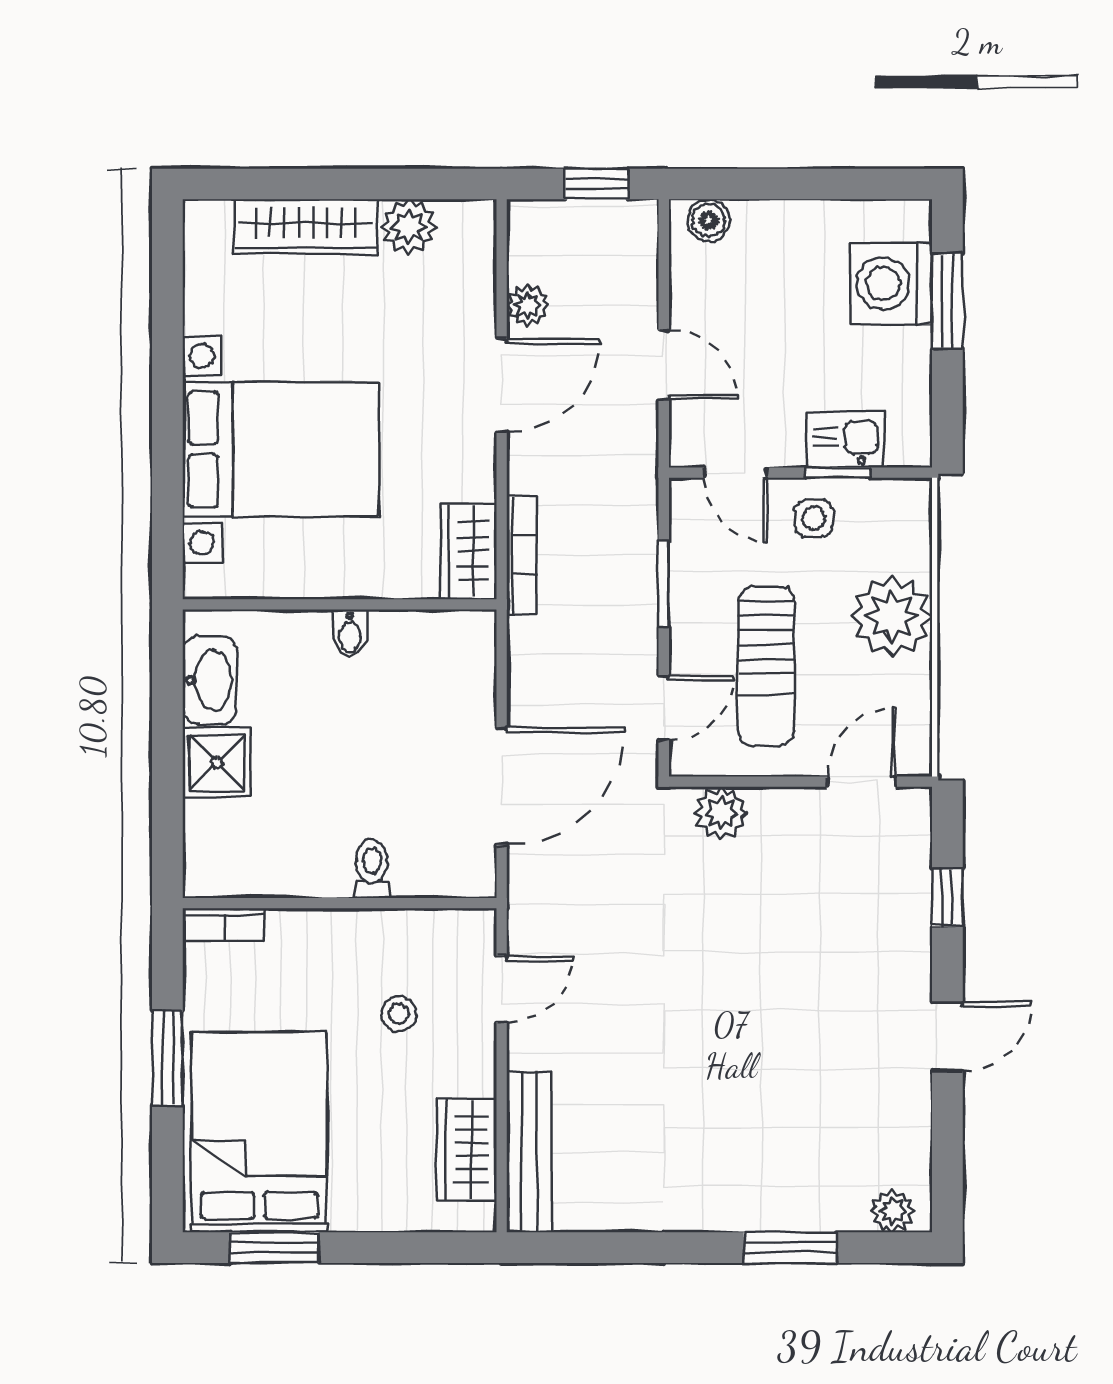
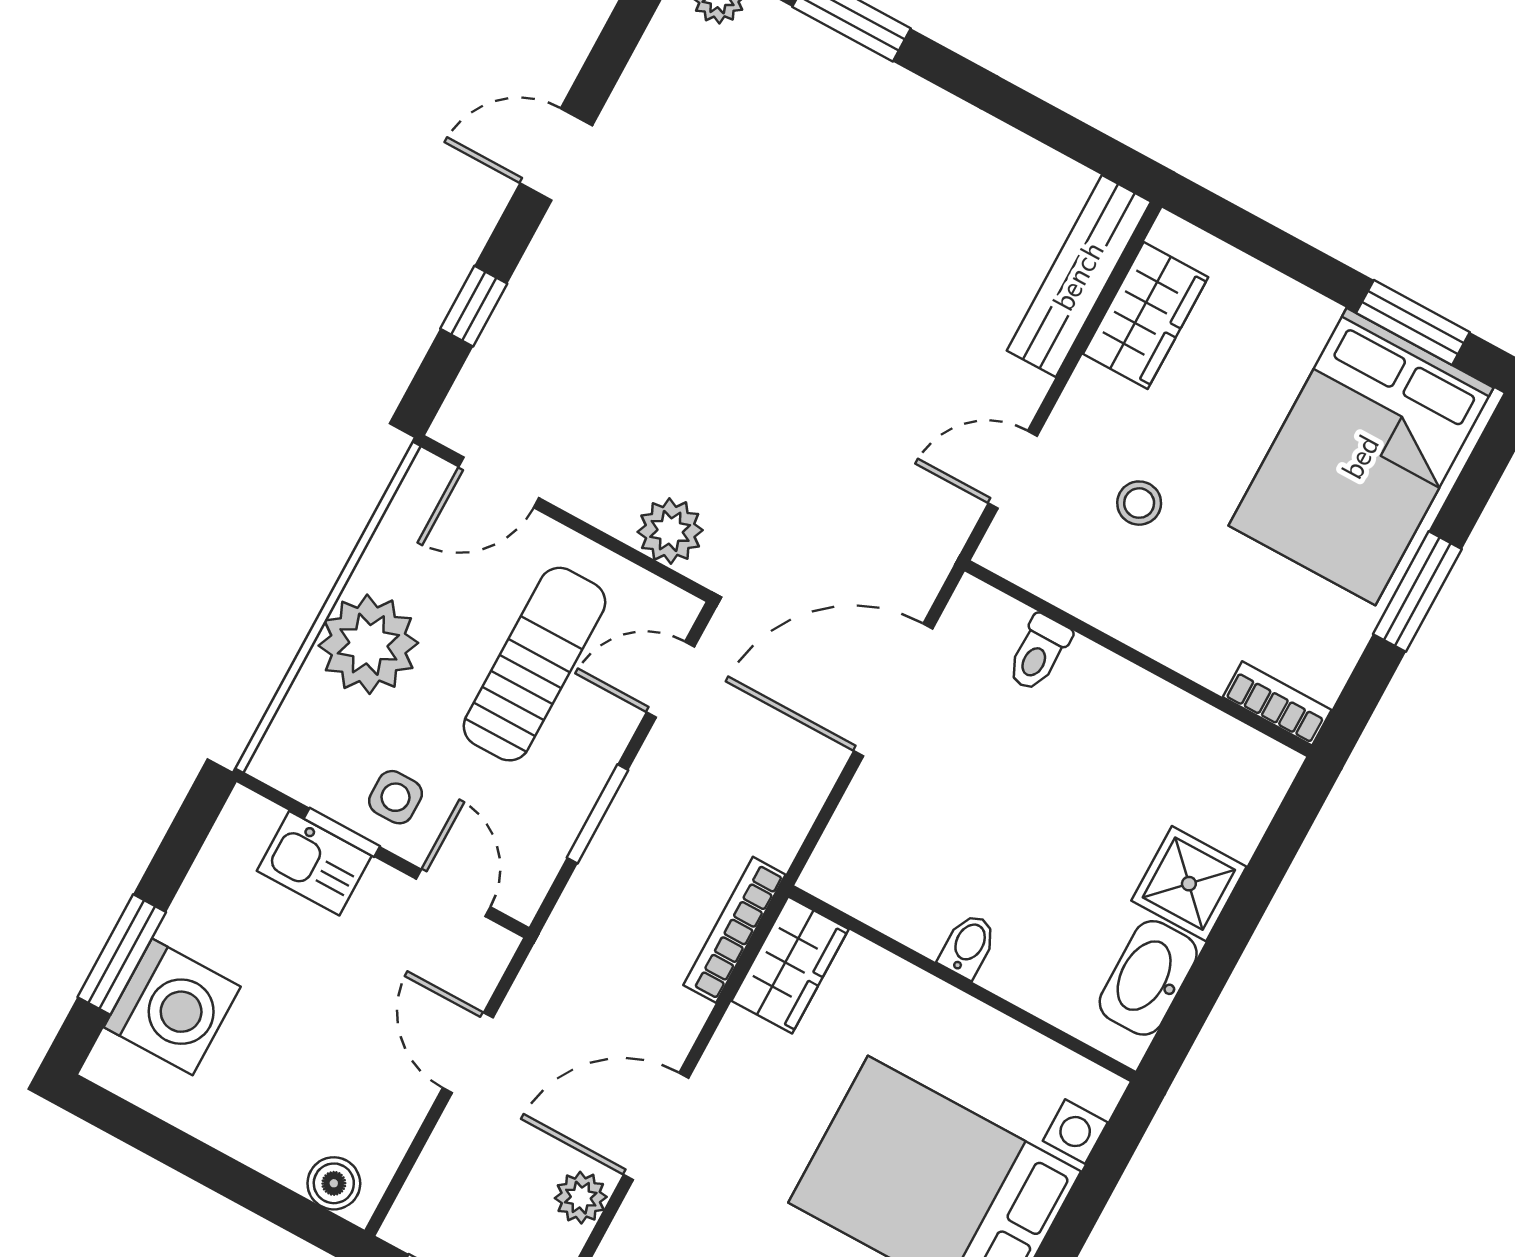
toilet: (372, 869) -> (1039, 653), moved

